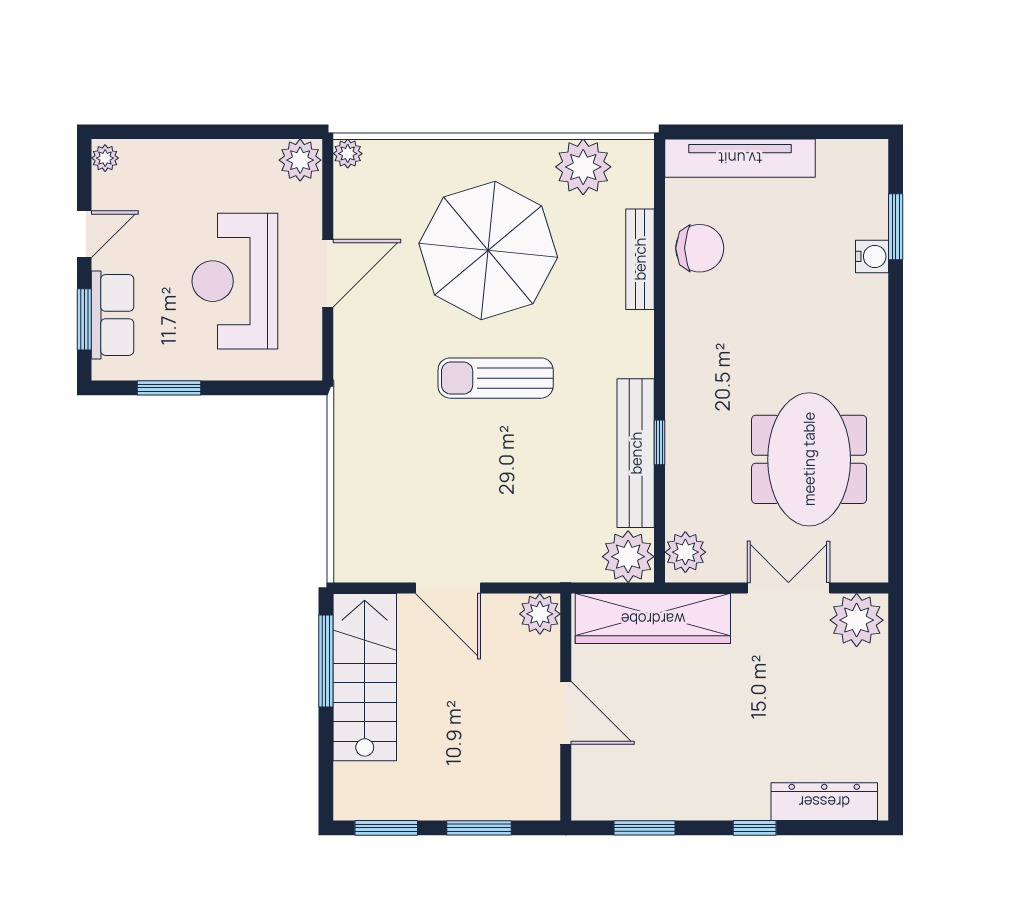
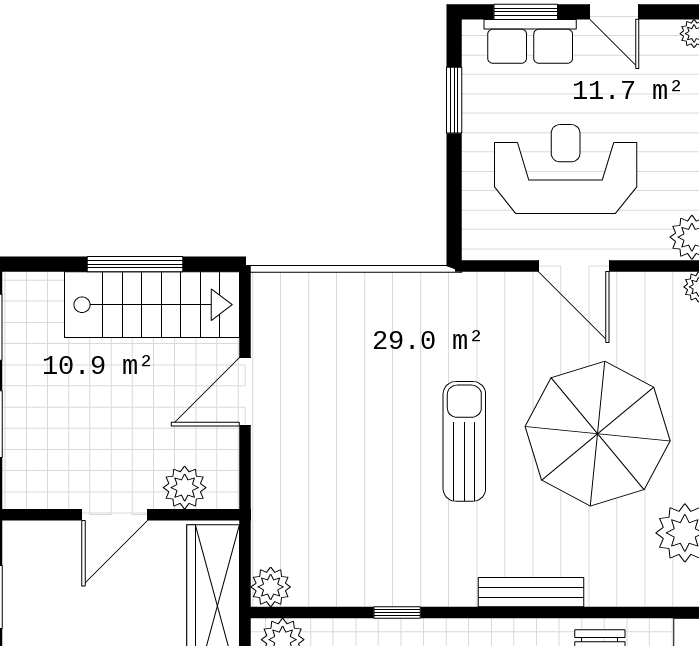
bench: (640, 259) -> (531, 592), moved
bench: (636, 453) -> (386, 588), removed
plant: (628, 557) -> (271, 587), width x0.73, depth x0.73
plant: (540, 614) -> (185, 488), moved
window: (326, 661) -> (135, 264), moved

